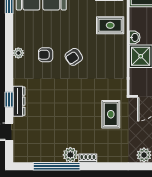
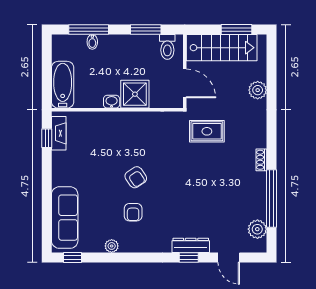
rug: (110, 25) -> (96, 132), removed
plant: (18, 53) -> (112, 246), moved
plant: (70, 155) -> (257, 229), moved

